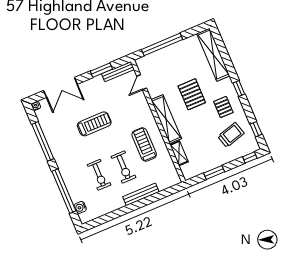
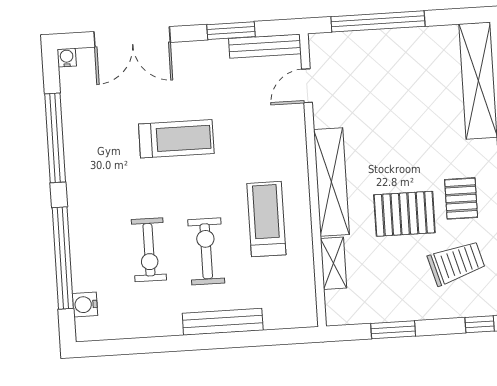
pallet: (192, 94) -> (404, 214), moved, turned 90
exercise bike: (123, 167) -> (206, 251), turned 180

